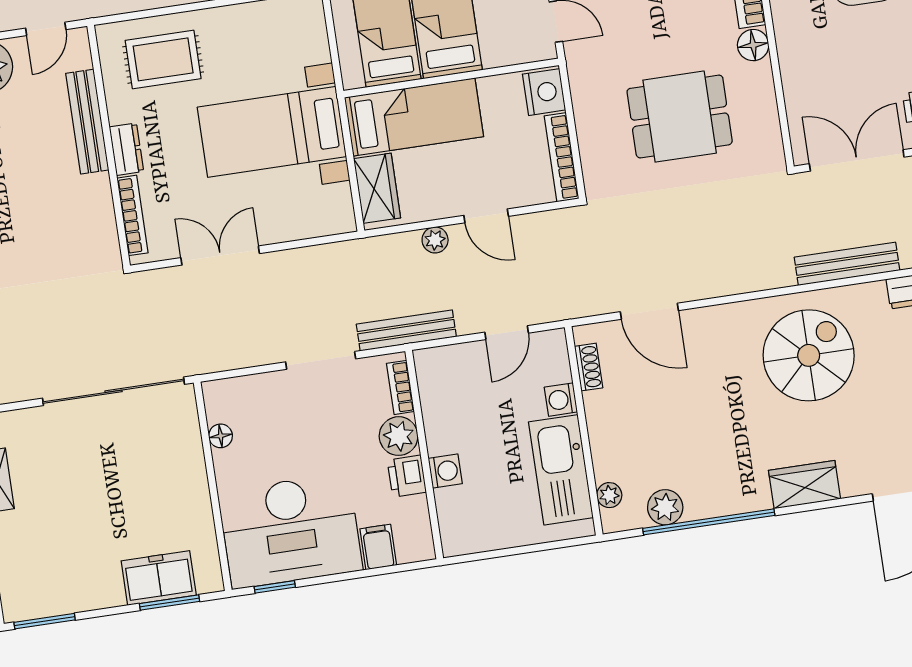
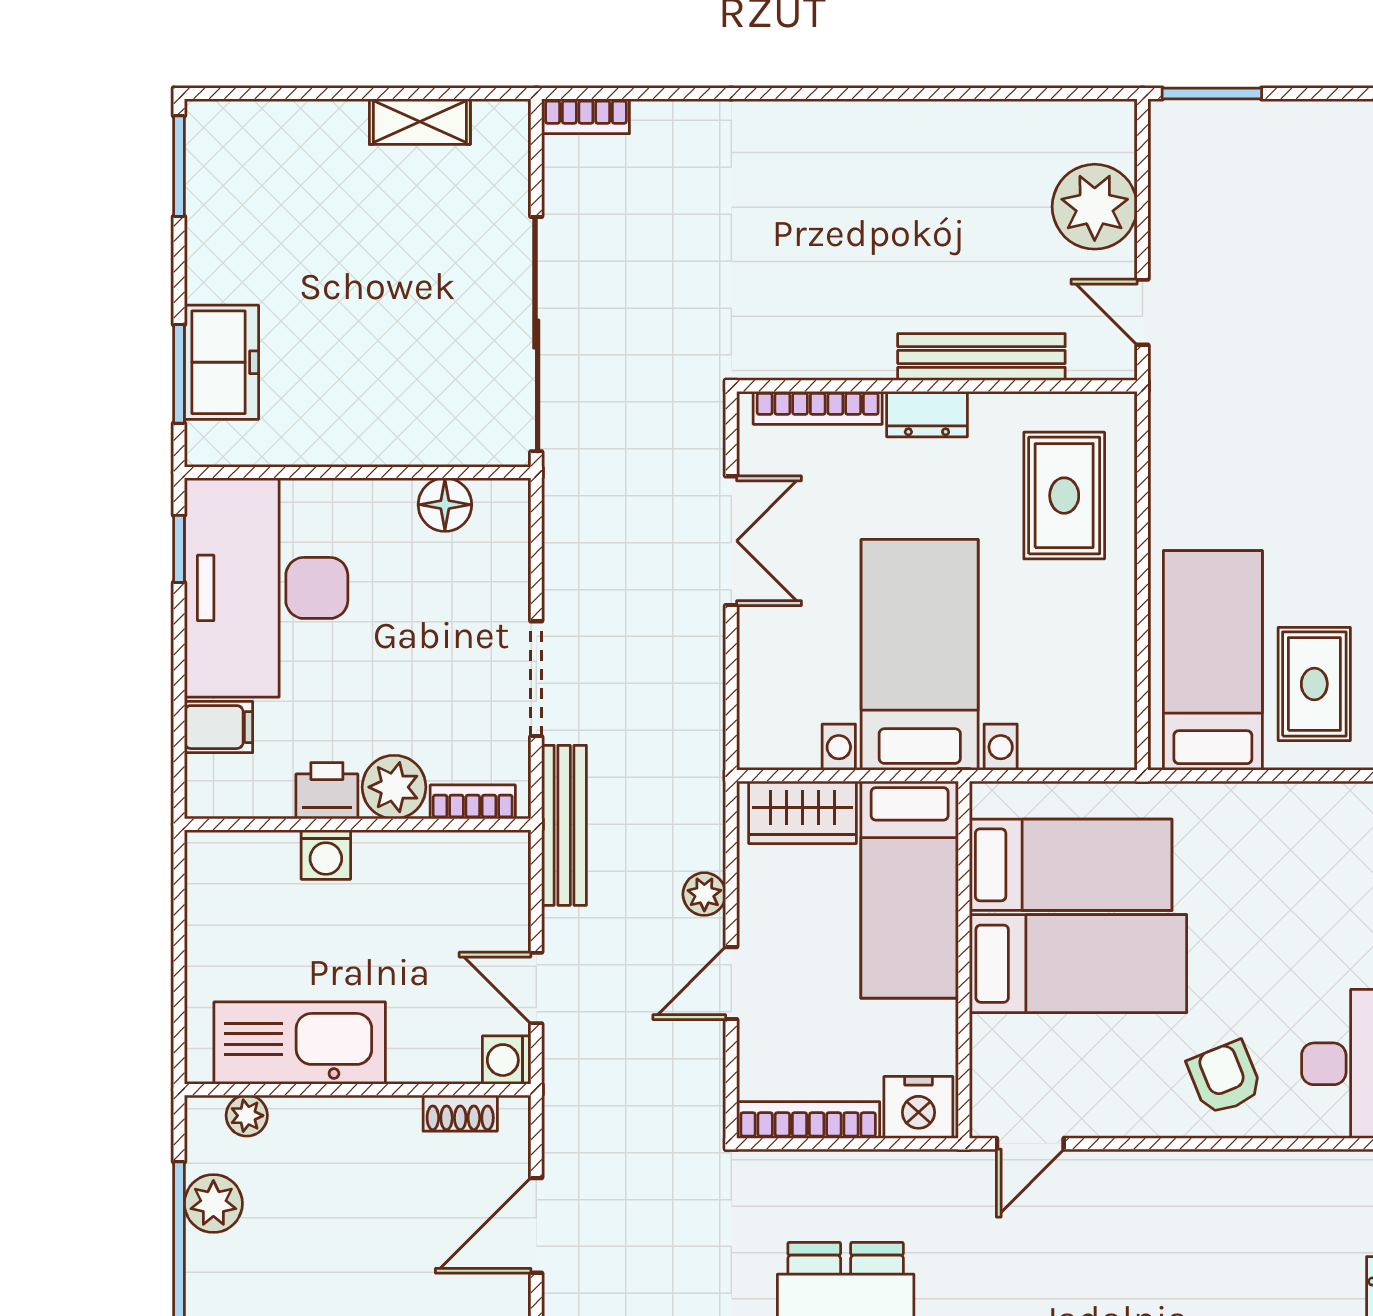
washing machine: (561, 400) -> (507, 1060), moved, turned -90
floor lamp: (221, 436) -> (445, 505), width x1.37, depth x1.37

